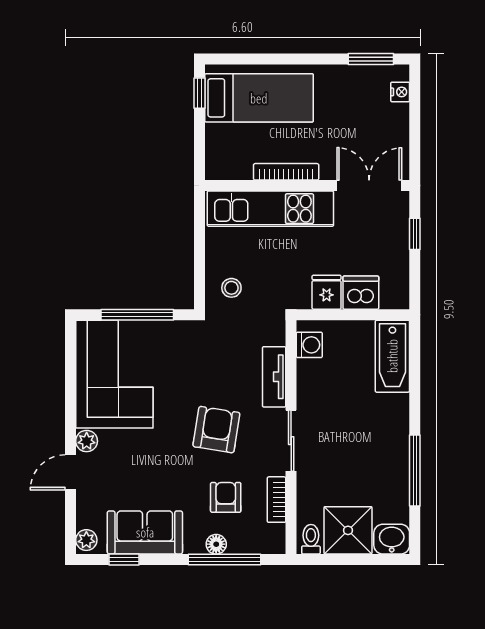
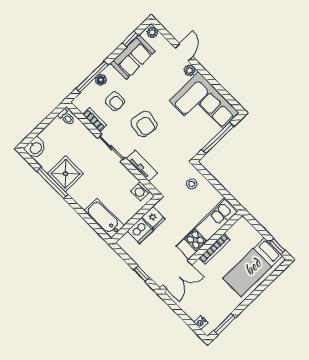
shower: (348, 530) -> (65, 174), moved

